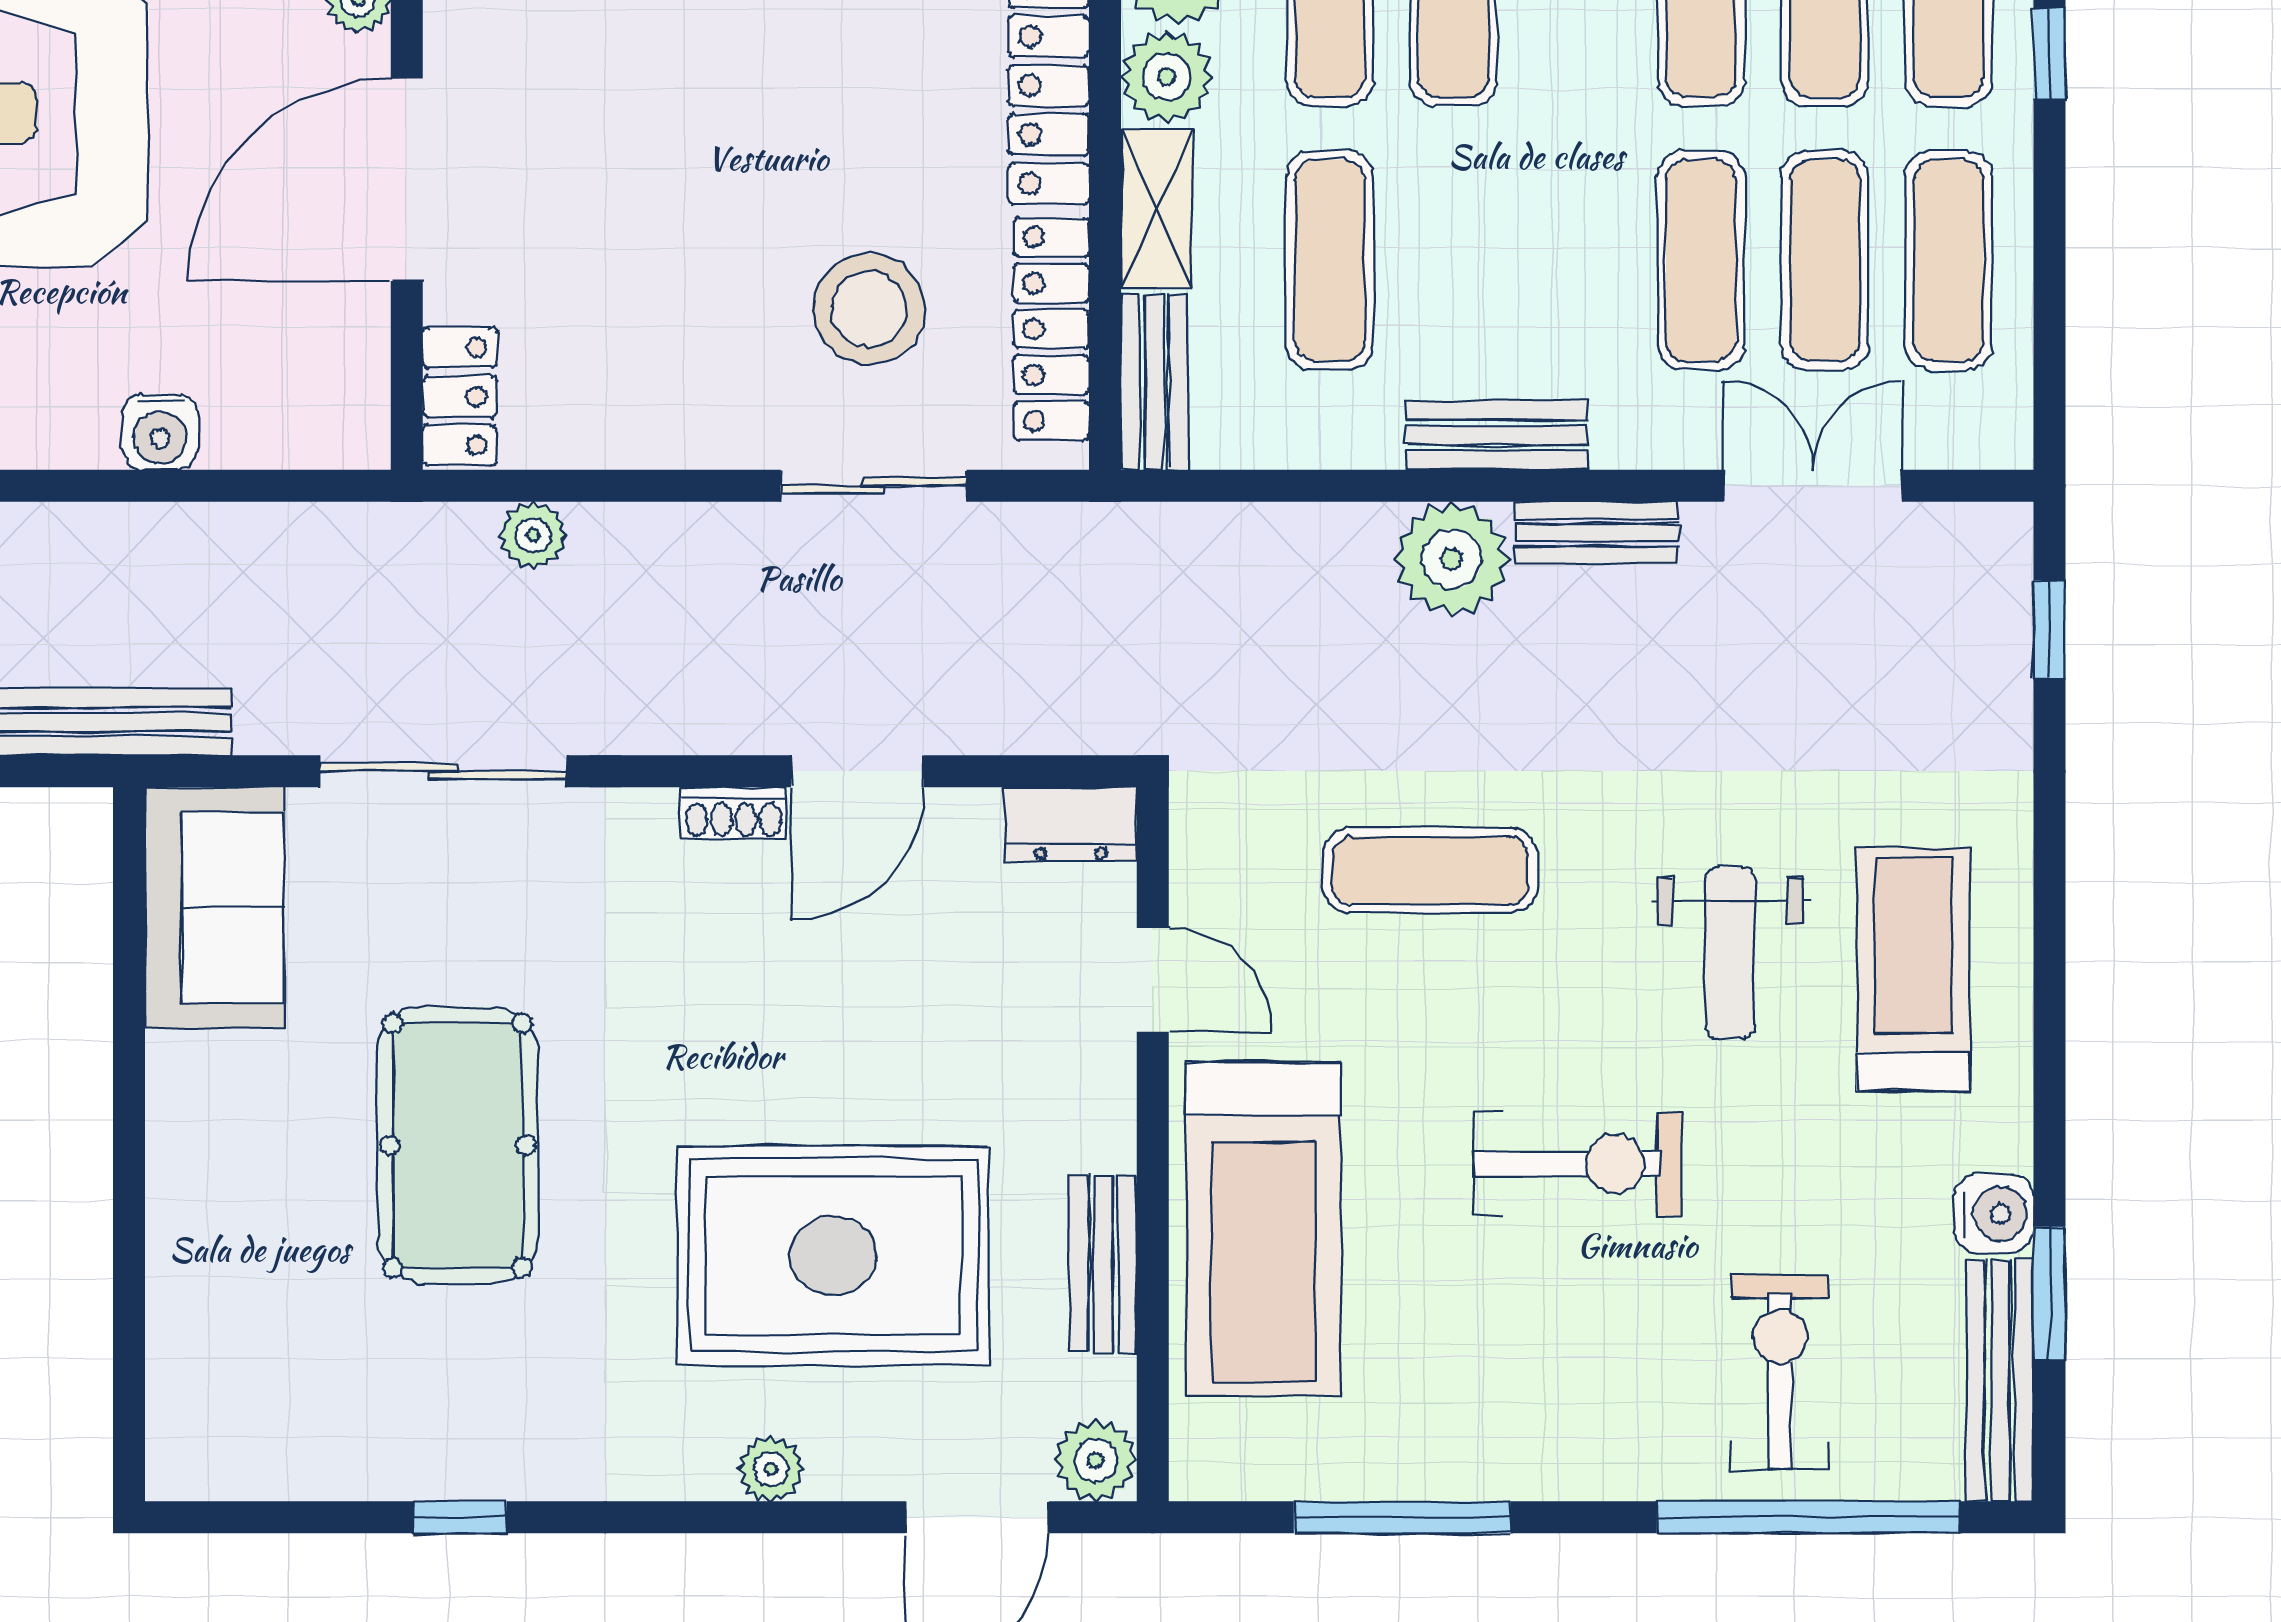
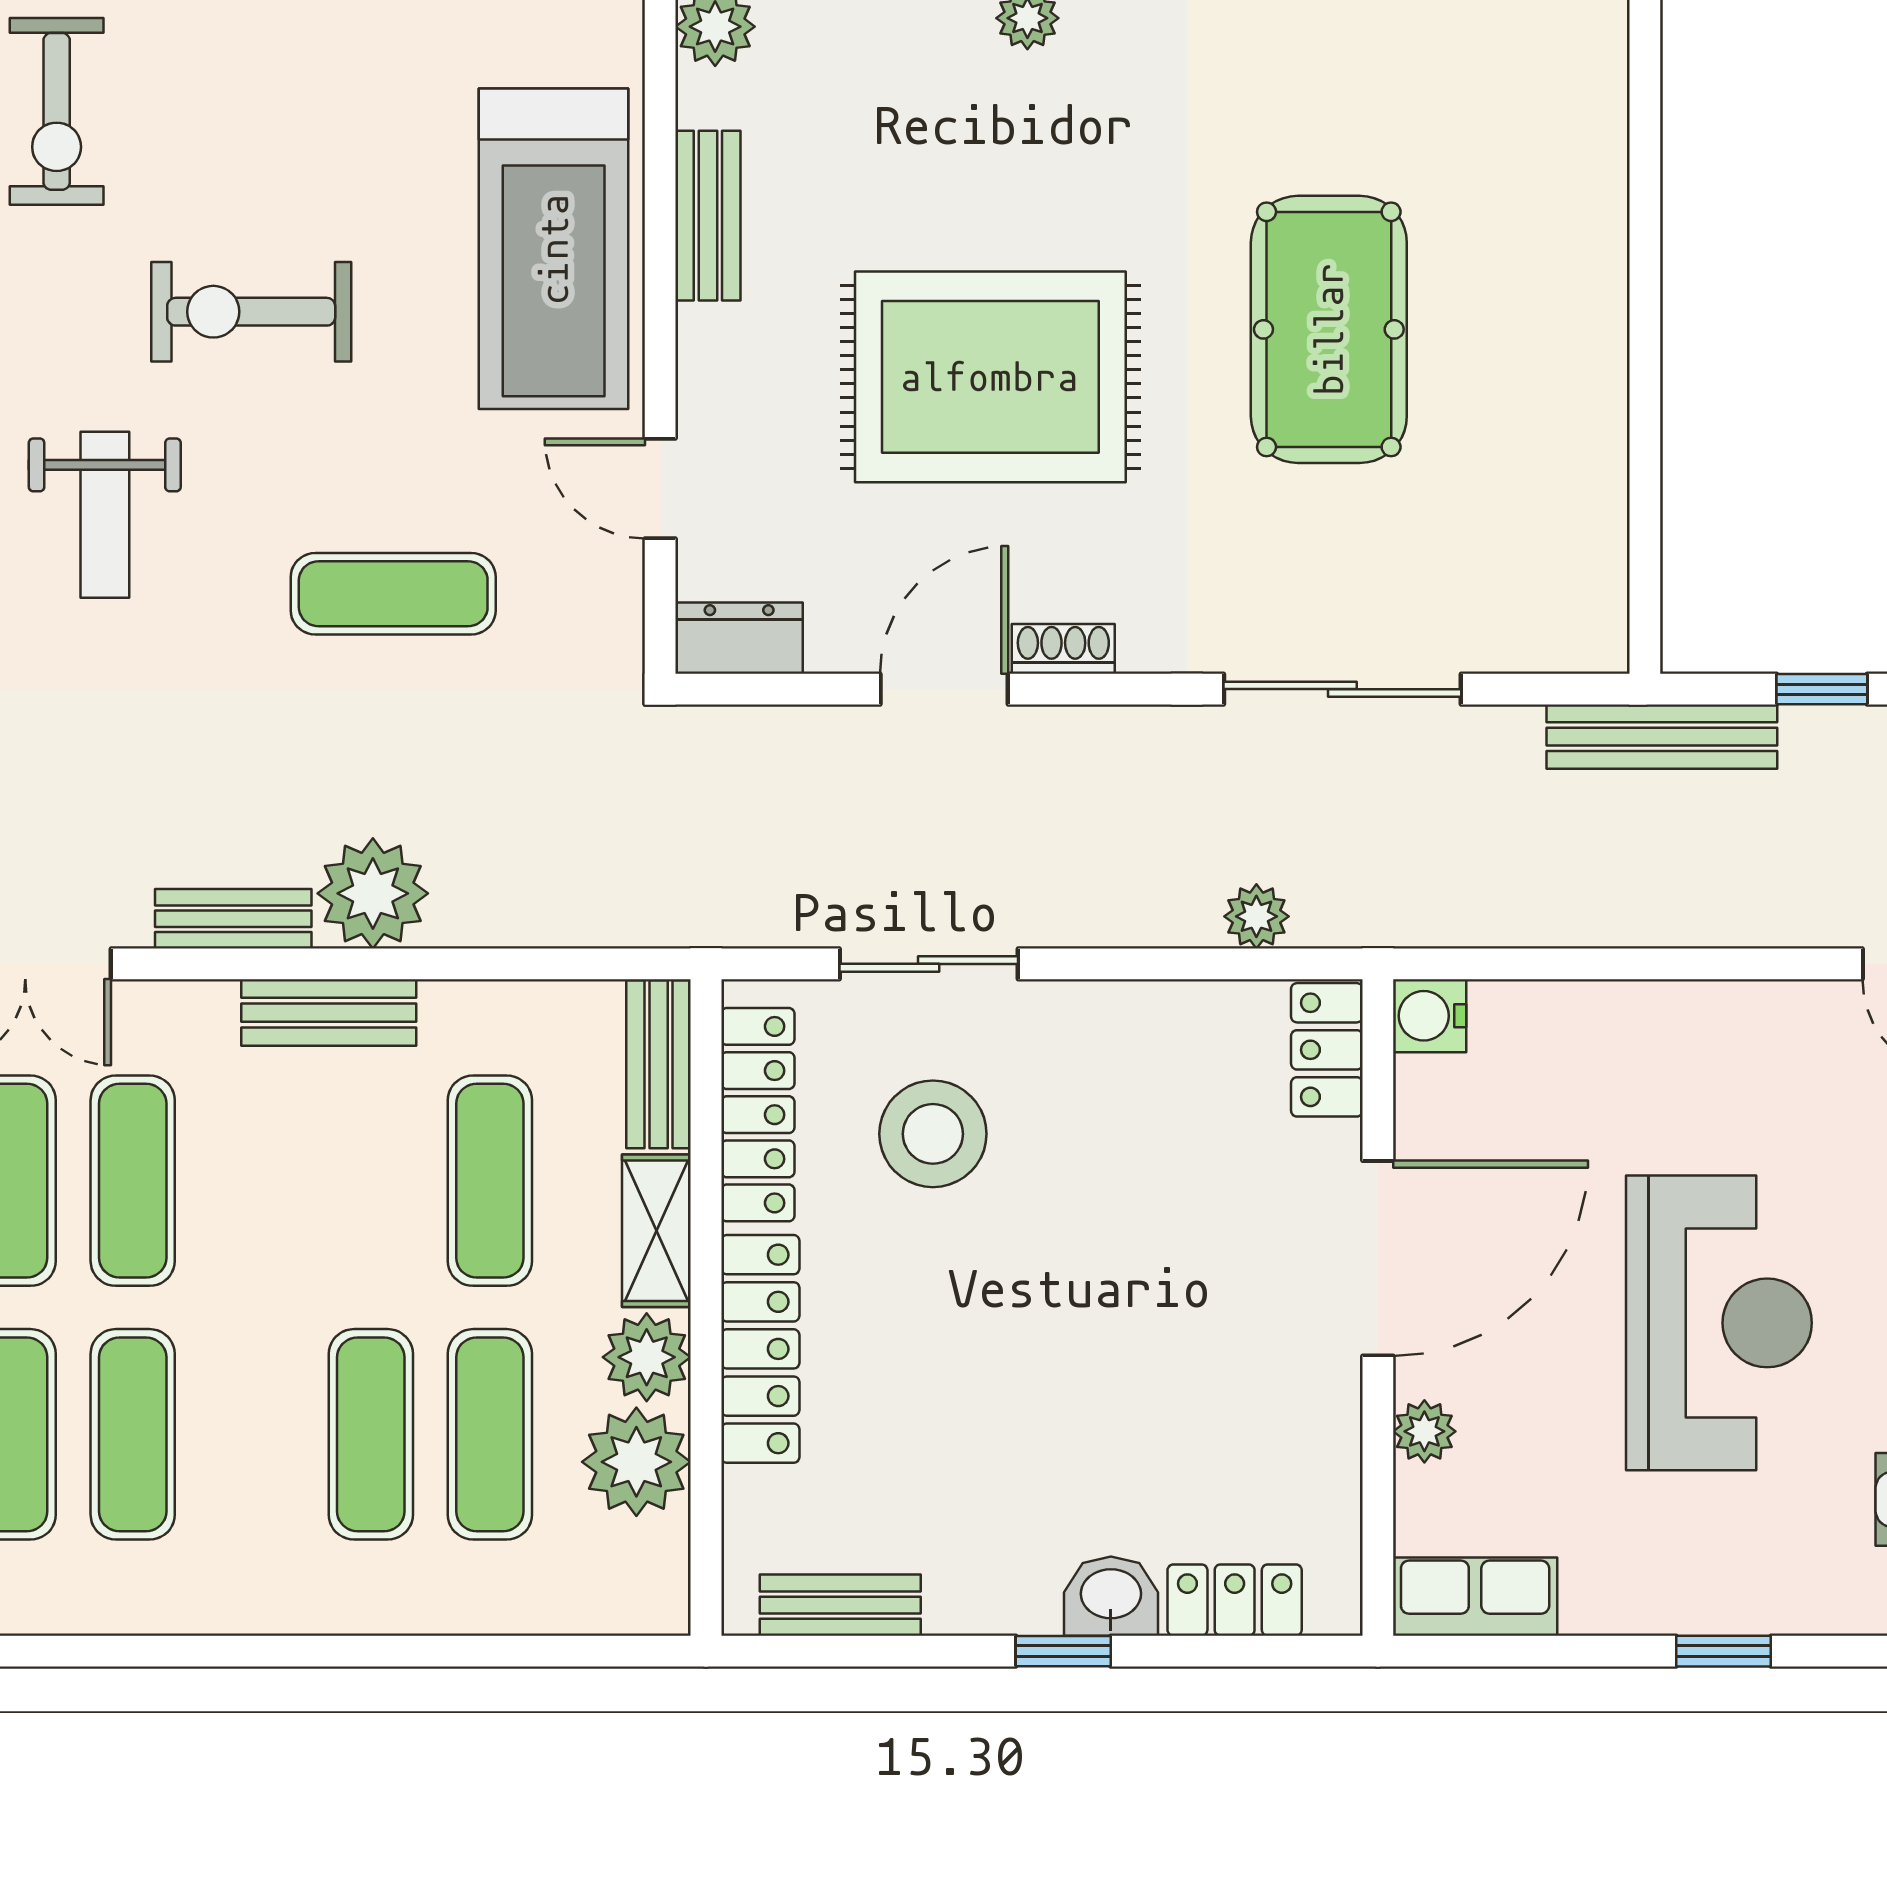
water cooler: (160, 432) -> (1430, 1016), moved, turned -90
sofa: (214, 908) -> (1563, 558), removed
weight bench: (1730, 953) -> (105, 515), turned 180
treadmill: (1264, 1229) -> (554, 249), turned 180
rug: (833, 1255) -> (990, 377), moved

